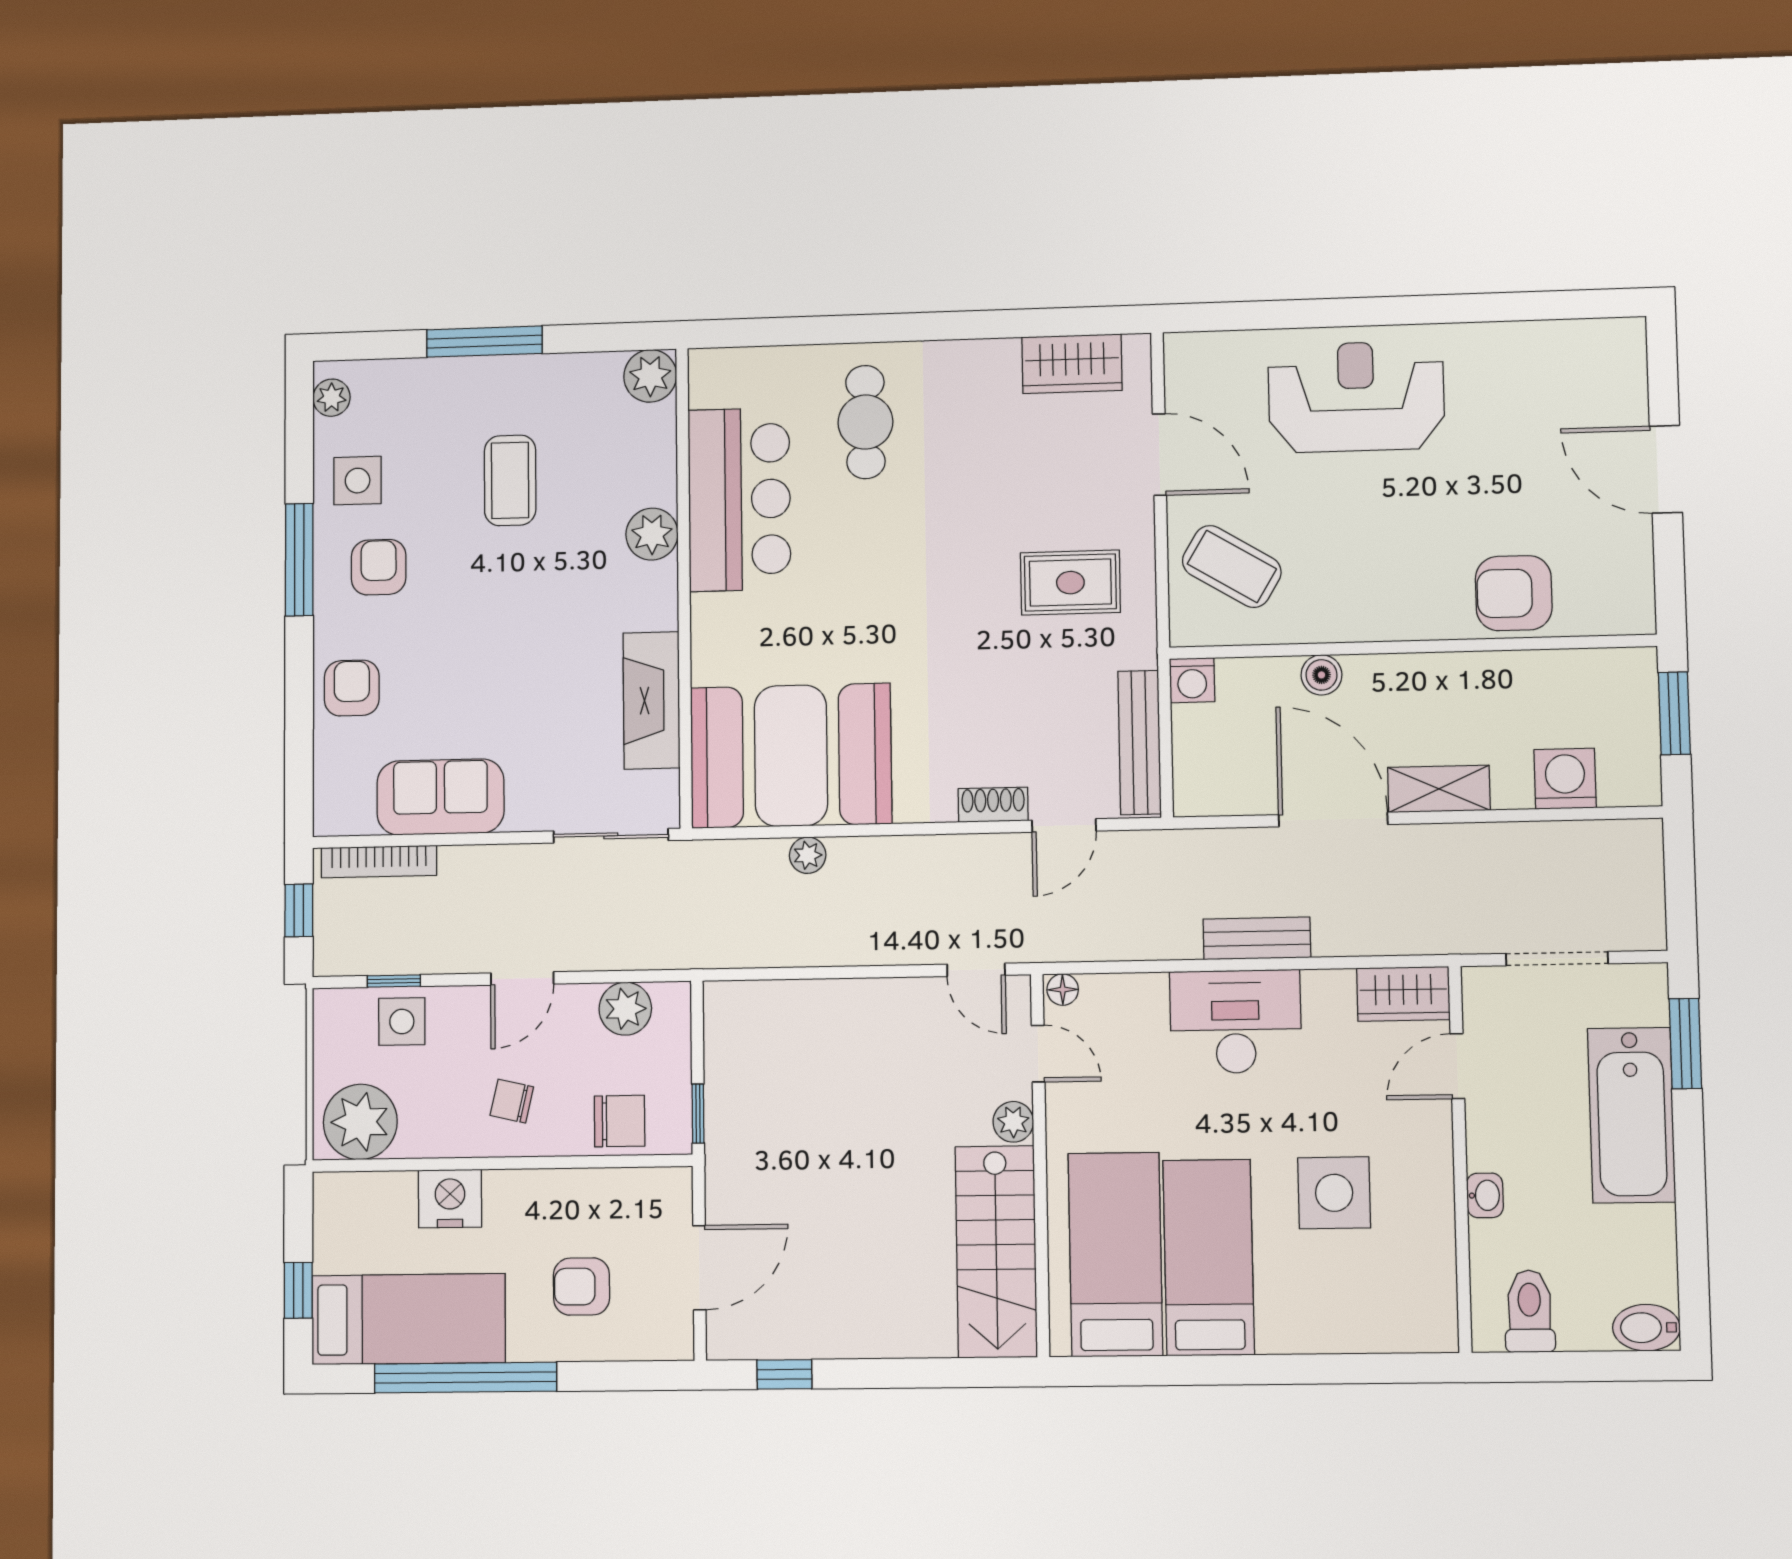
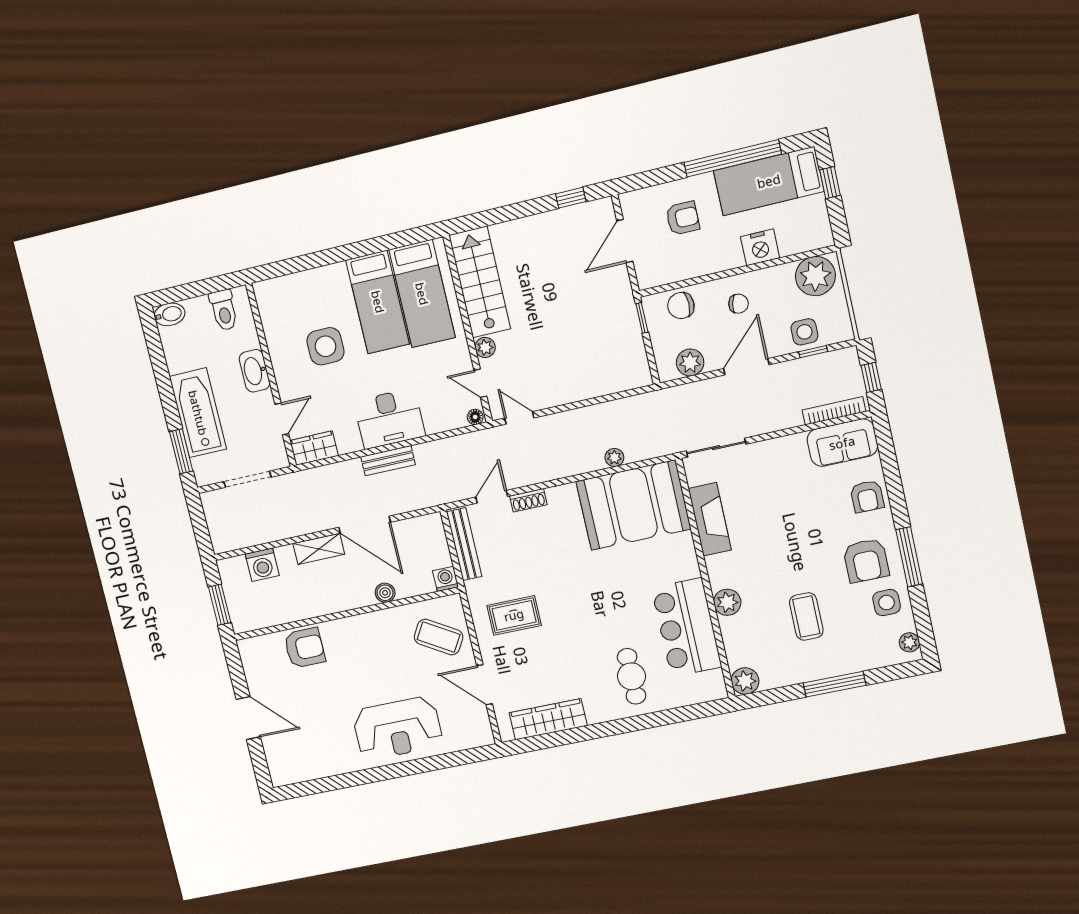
wardrobe: (1072, 364) -> (548, 719), width x1.50
armchair: (379, 567) -> (866, 560), width x1.38, depth x1.38
sofa: (440, 797) -> (842, 443), moved
door: (522, 979) -> (746, 367), width x1.38
washbasin: (1485, 1195) -> (255, 371), width x1.91, depth x1.45

